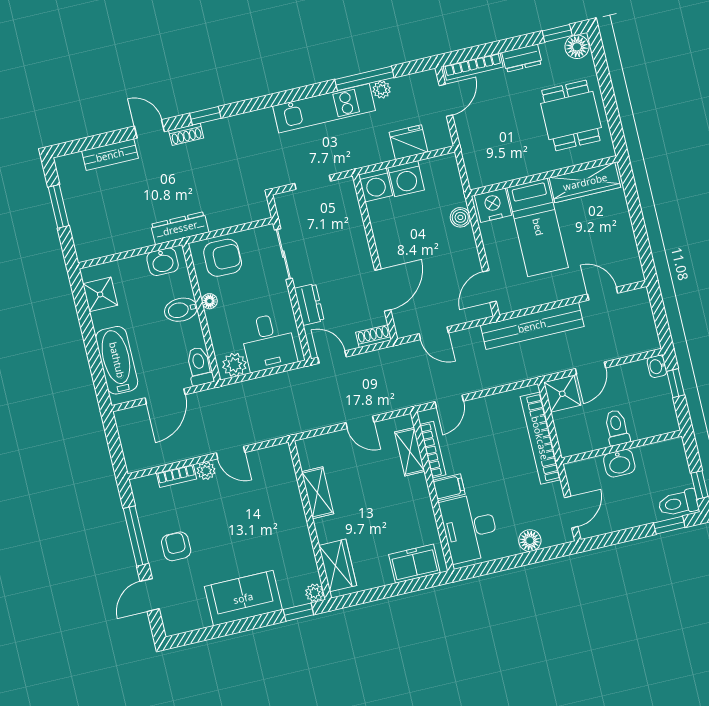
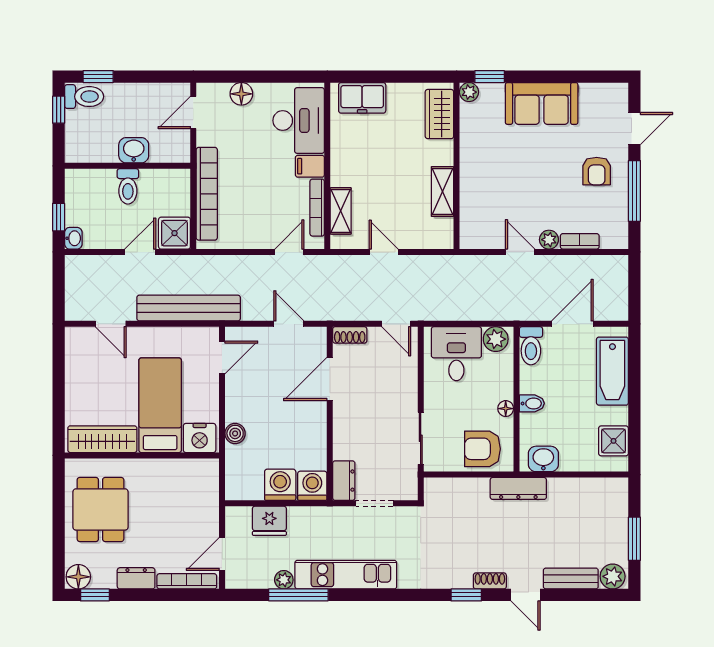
plant: (71, 166) -> (613, 576), added
dresser: (309, 304) -> (344, 481), moved, turned 180
bidet: (181, 310) -> (532, 403), width x0.72, depth x0.74

